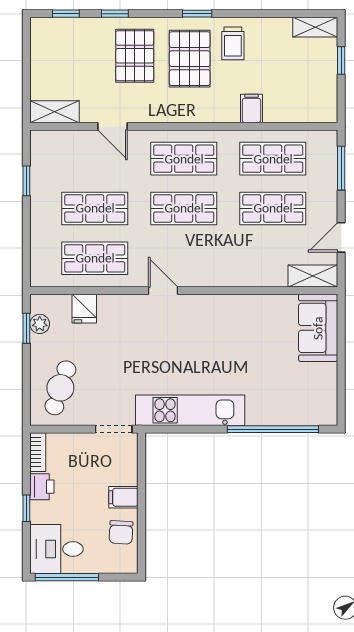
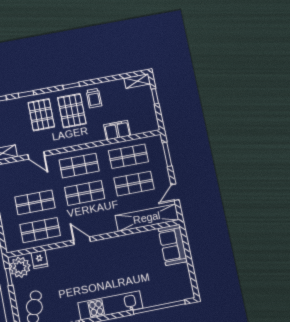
filing cabinet: (252, 108) -> (117, 130), width x2.00
shelving: (313, 276) -> (147, 218), width x2.20, depth x1.33
plant: (40, 324) -> (20, 267), width x1.87, depth x1.87

